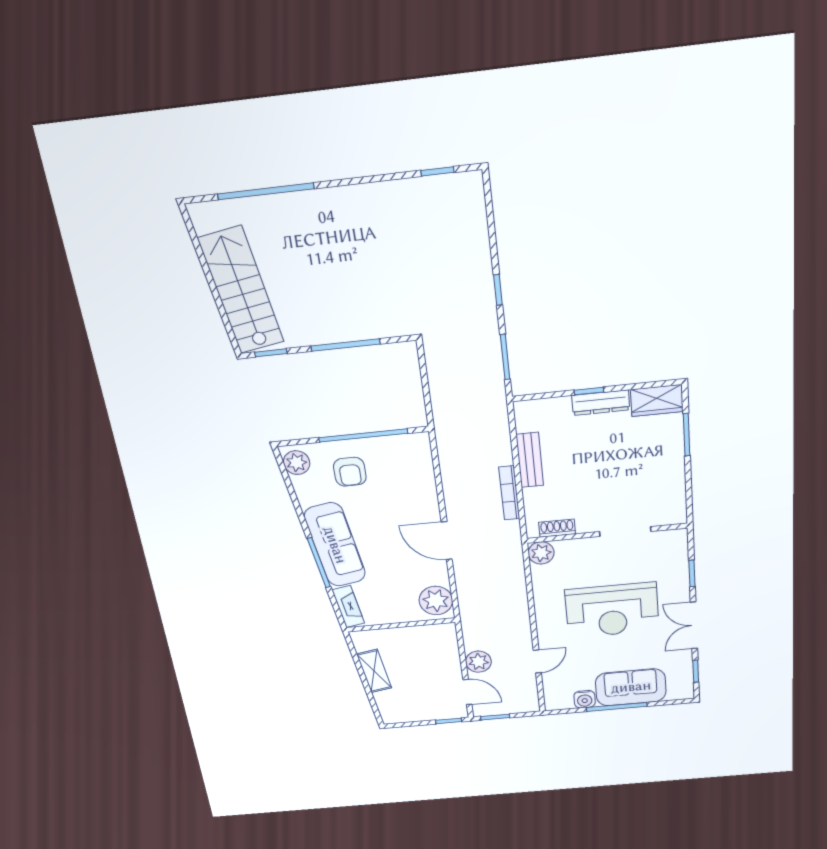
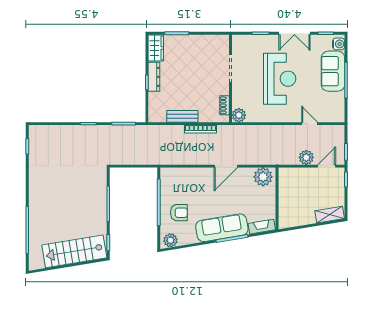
shelving: (374, 671) -> (330, 215), moved
water cooler: (585, 699) -> (339, 44), moved

